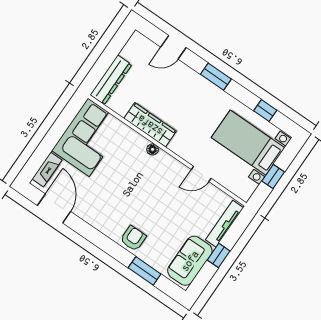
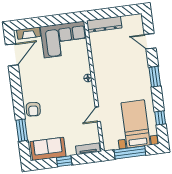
wardrobe: (150, 125) -> (99, 65), removed
door: (201, 174) -> (98, 114), hinge flipped
window: (273, 176) -> (130, 153), width x2.17
tv unit: (224, 224) -> (88, 149), width x0.71
armchair: (133, 238) -> (33, 109), turned 95

